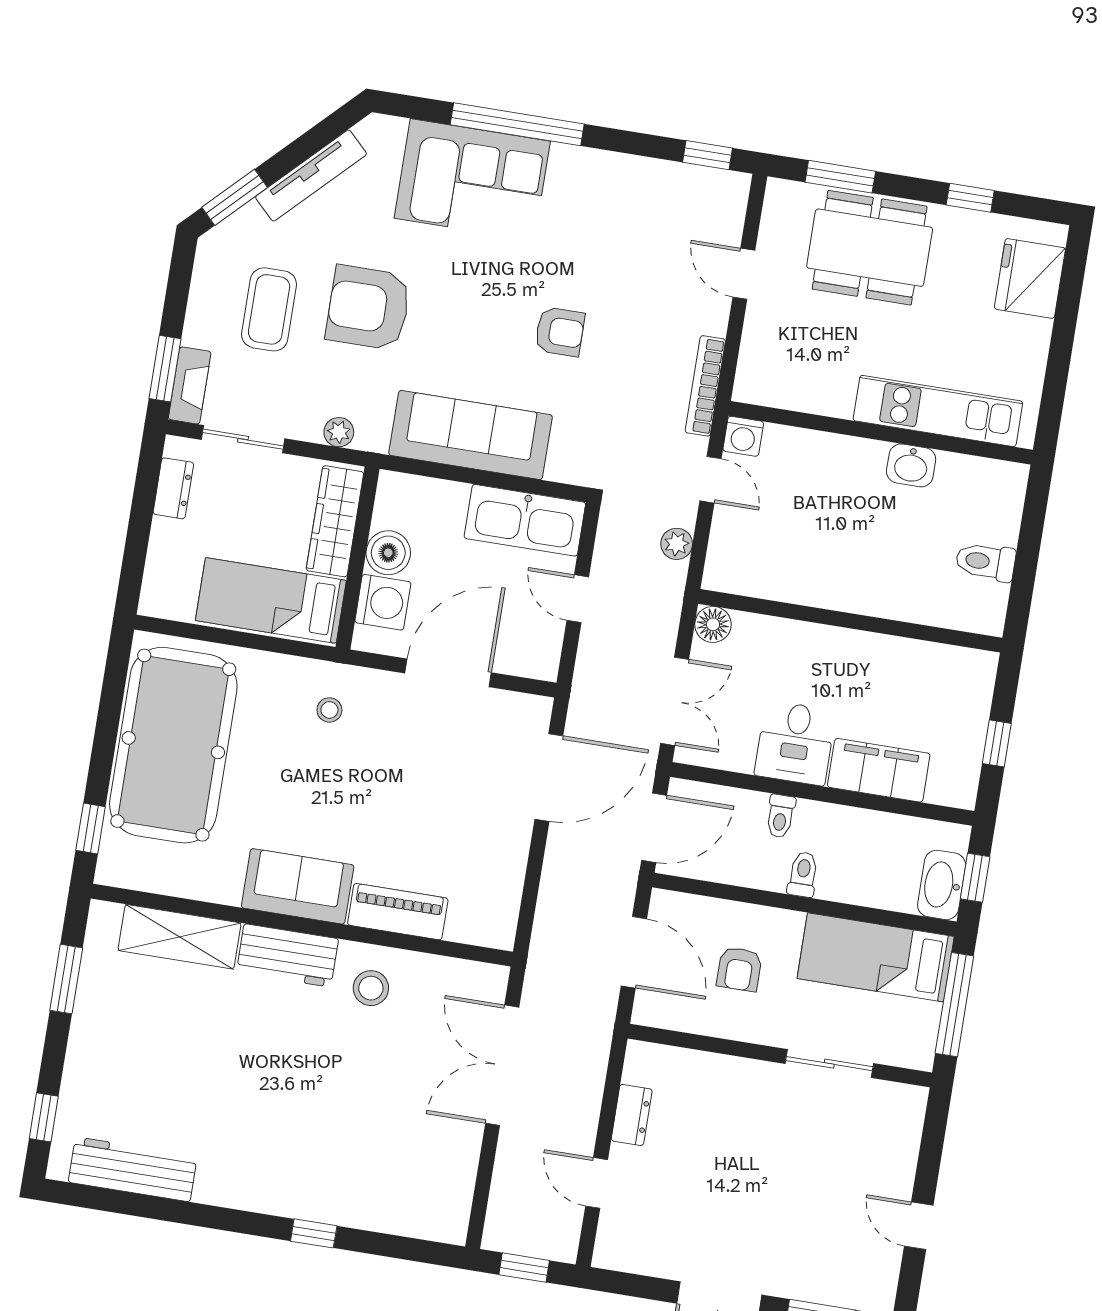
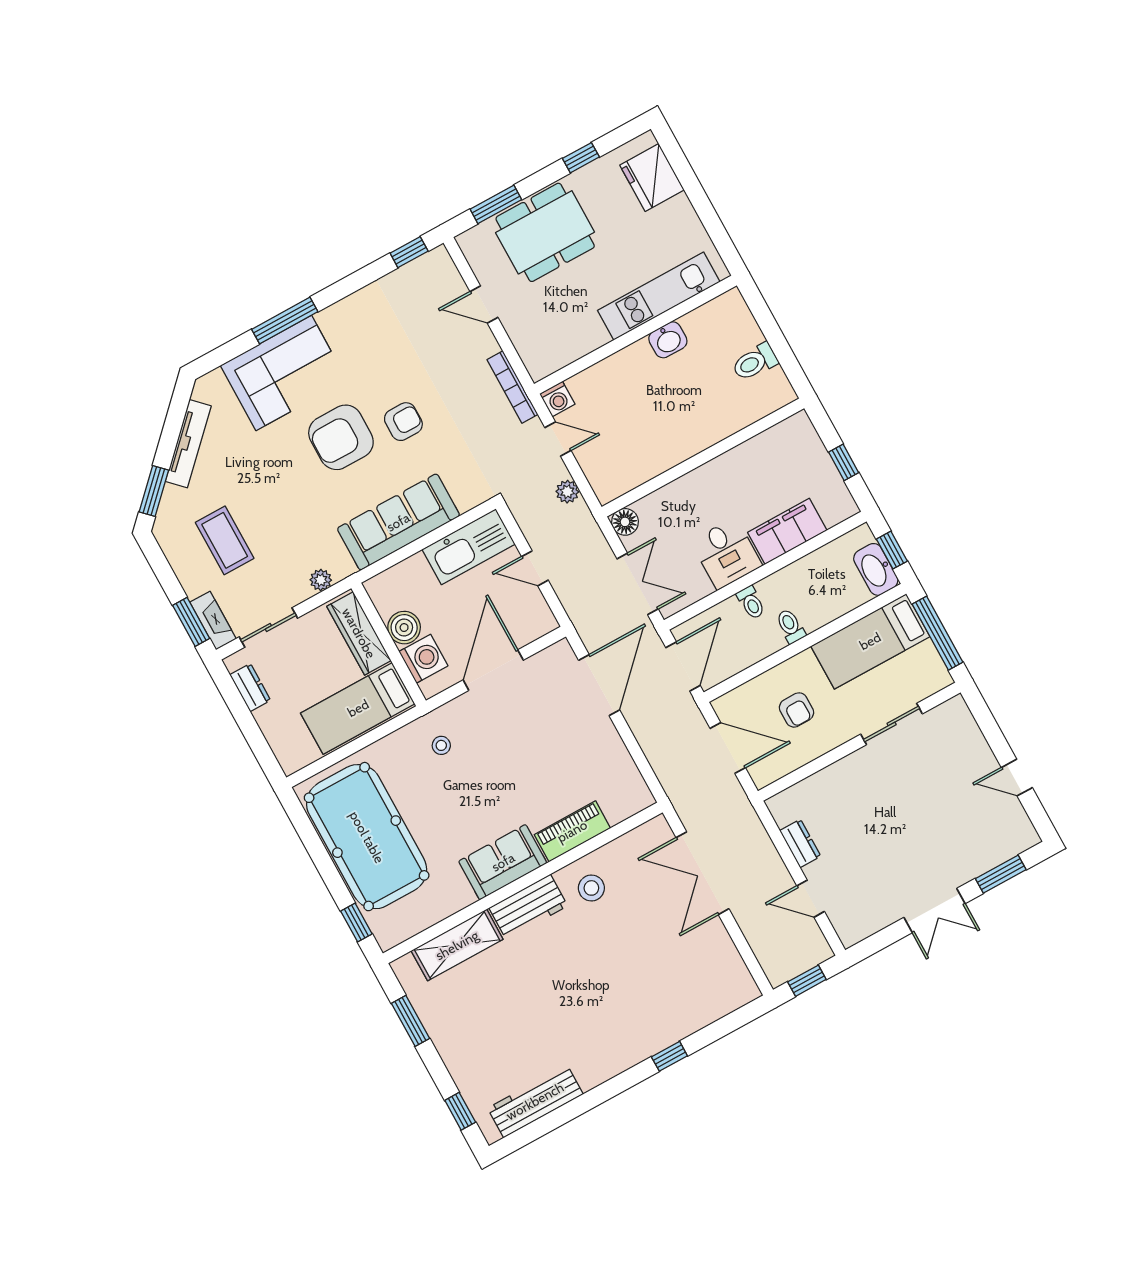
window: (517, 124) -> (285, 321), width x0.68
armchair: (368, 308) -> (341, 437), moved

